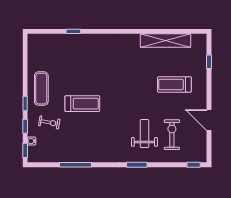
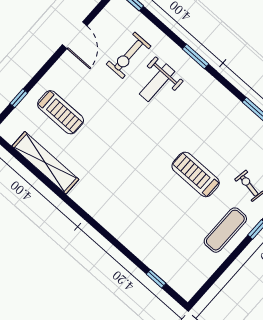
window: (73, 31) -> (156, 279), moved
treadmill: (174, 84) -> (61, 112), moved

